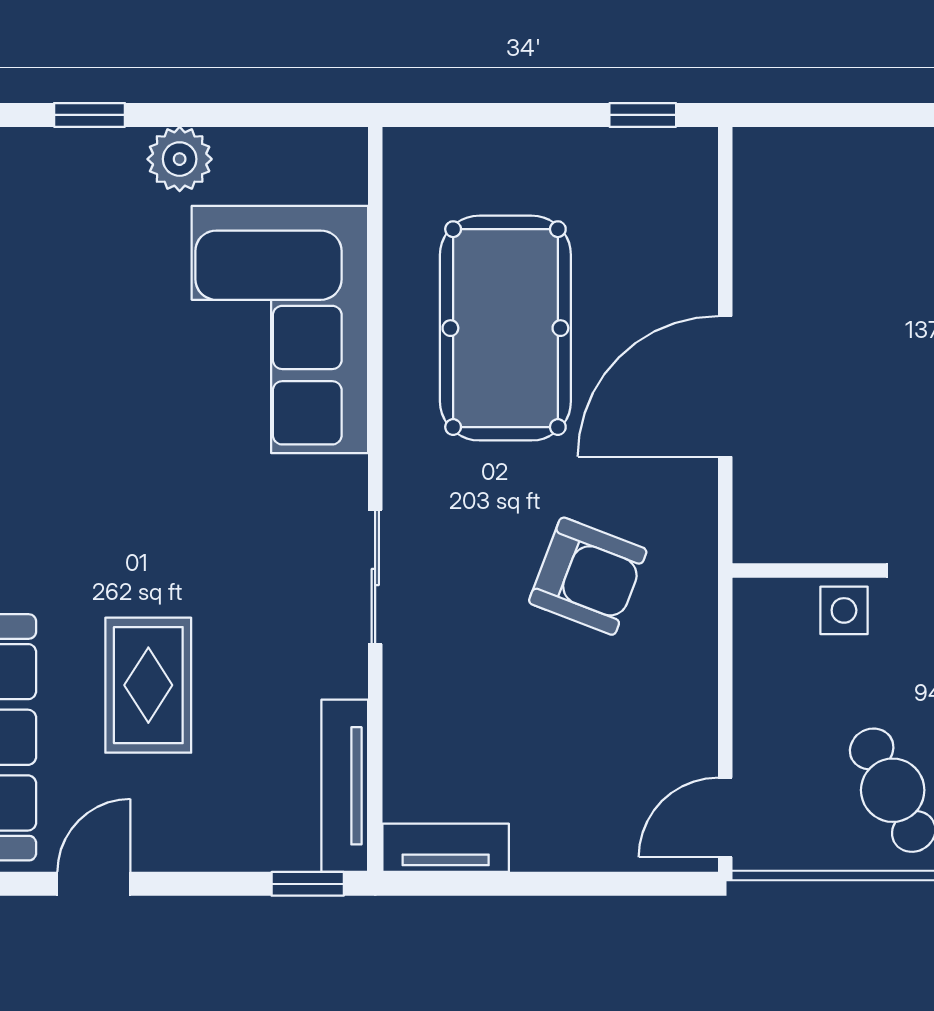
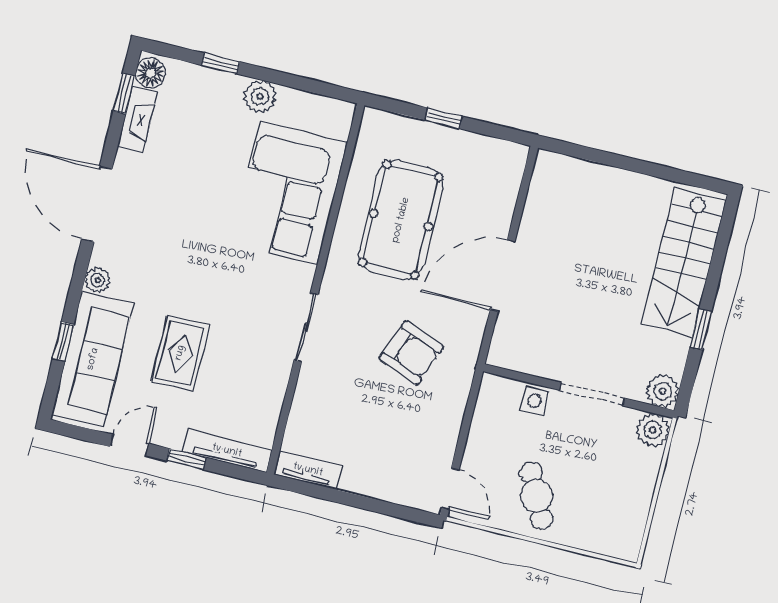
window: (643, 115) -> (444, 118), moved
tv unit: (345, 786) -> (227, 451), moved, turned 90
door: (725, 817) -> (450, 489), swing flipped
window: (308, 884) -> (186, 459), moved

